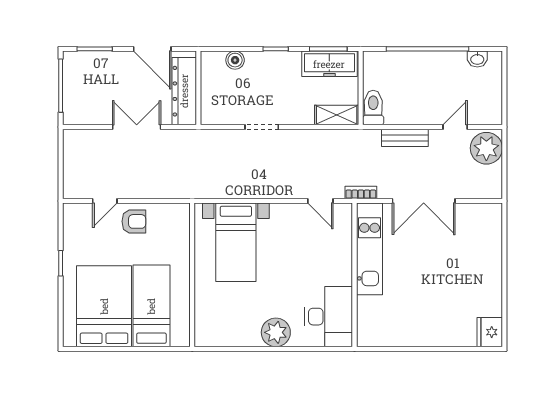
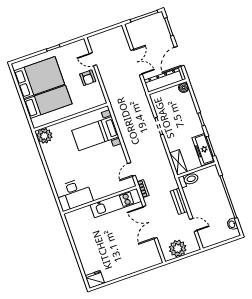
boiler: (235, 60) -> (184, 88), moved
plant: (486, 148) -> (178, 248), moved
plant: (276, 332) -> (44, 136), moved

